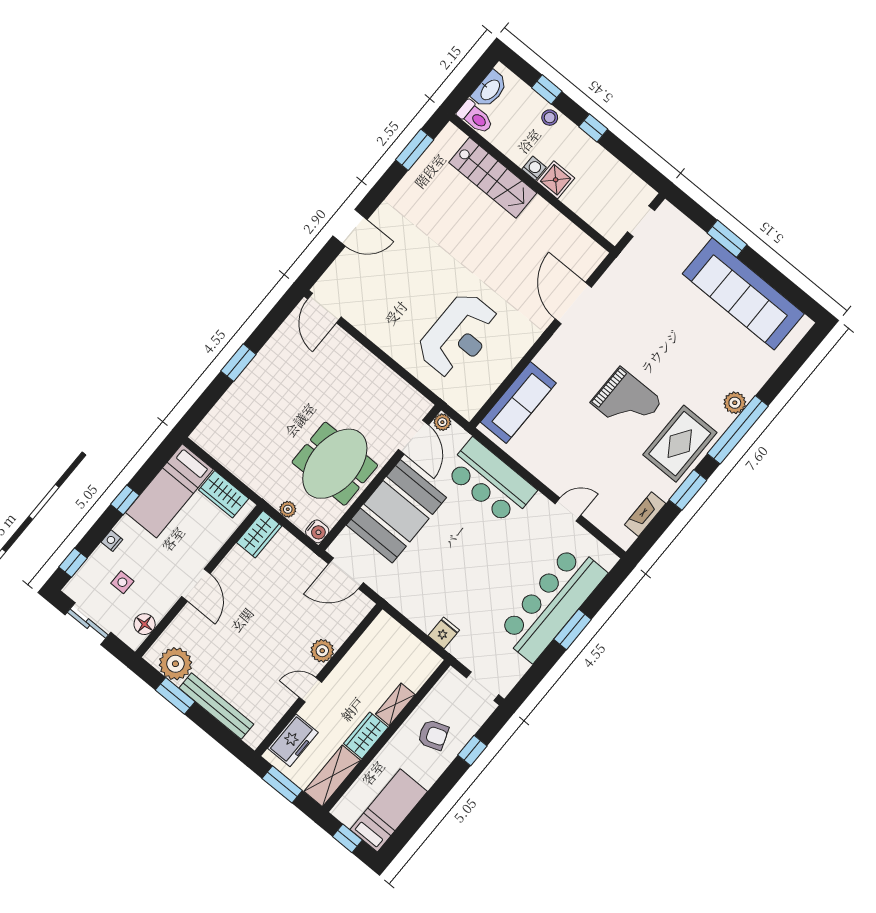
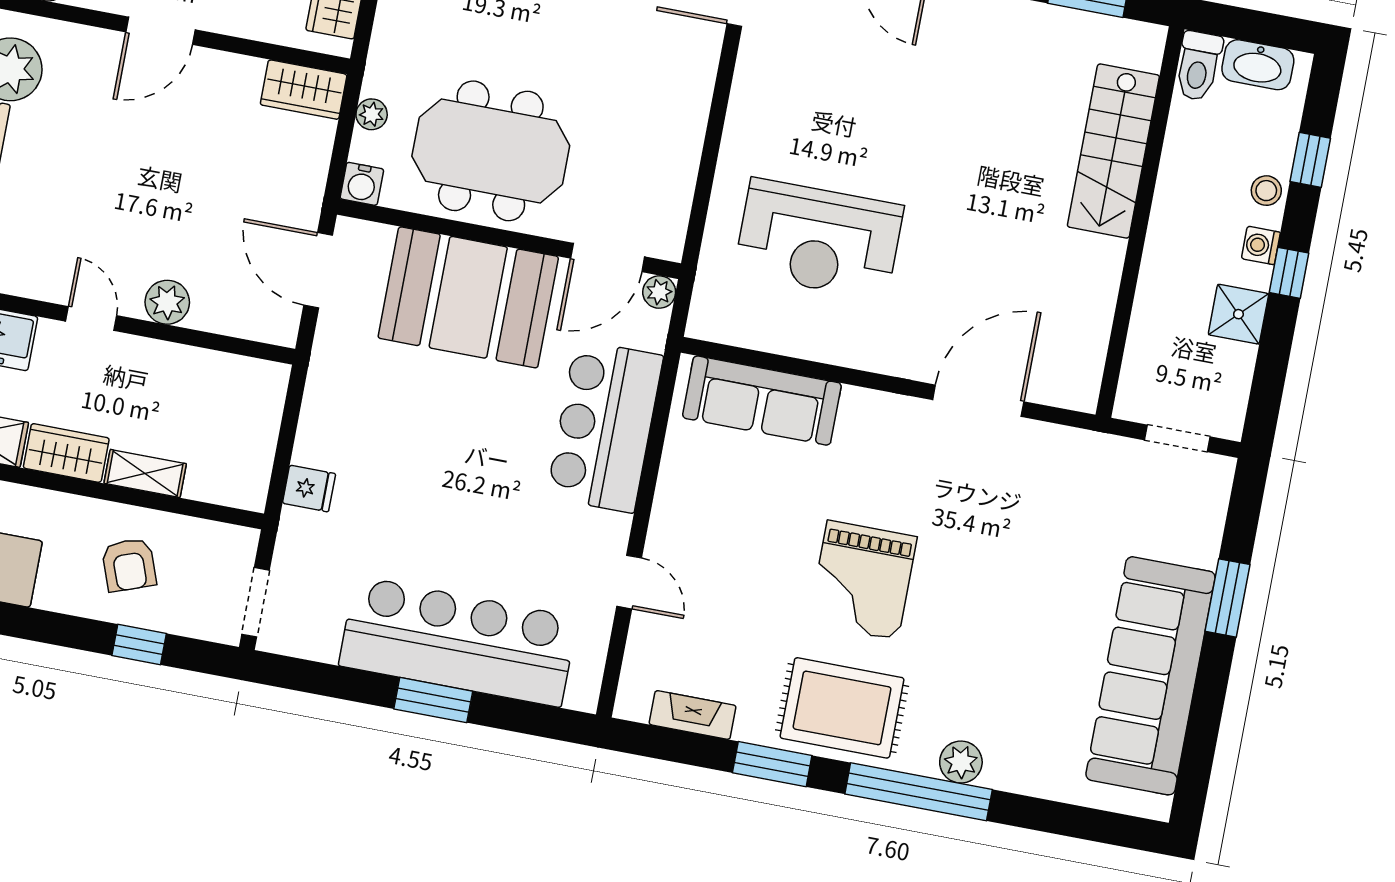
washing machine: (534, 168) -> (1261, 245), moved, turned 180
shower: (556, 180) -> (1238, 314), moved

